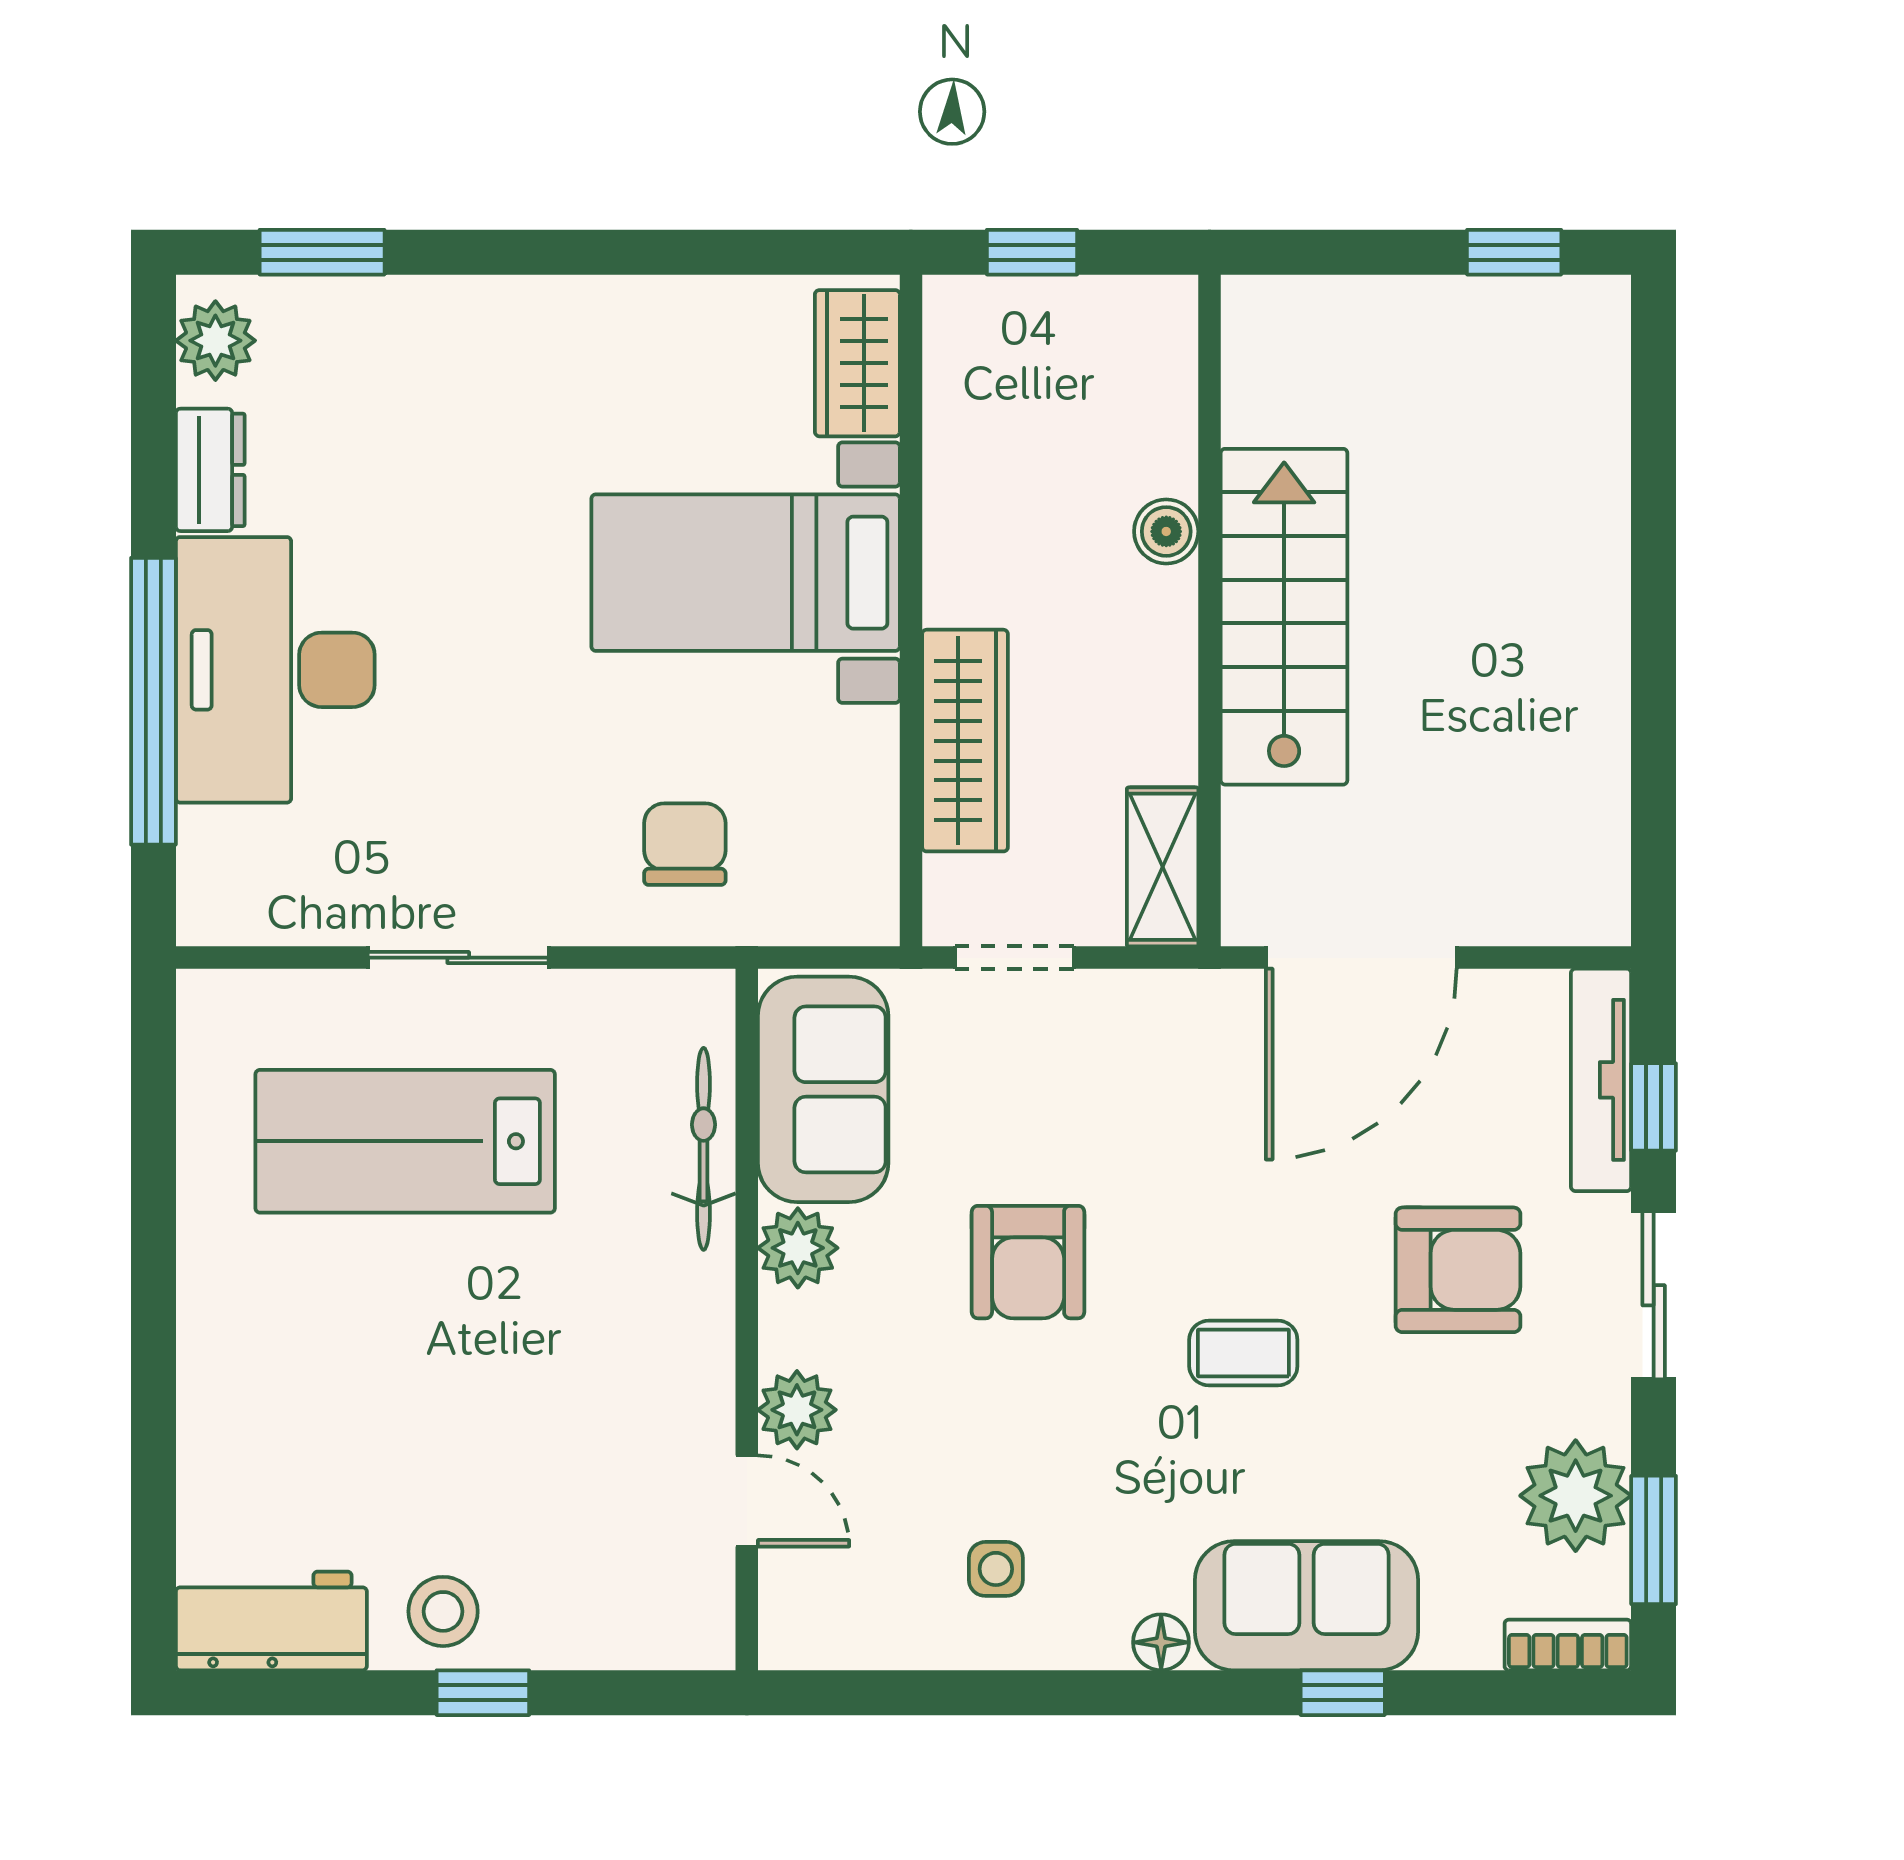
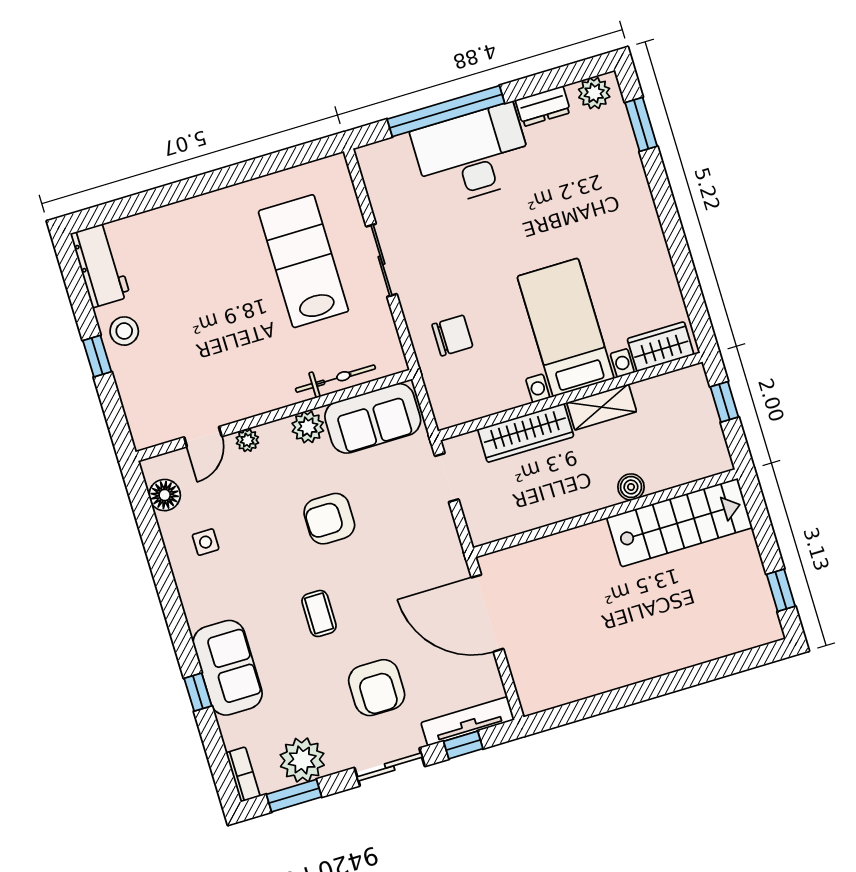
stairs: (1284, 617) -> (680, 523), moved
shelving: (1163, 867) -> (602, 407), moved
plant: (797, 1410) -> (247, 440), width x0.73, depth x0.73
floor lamp: (1161, 1642) -> (165, 495), moved, width x1.37, depth x1.37

